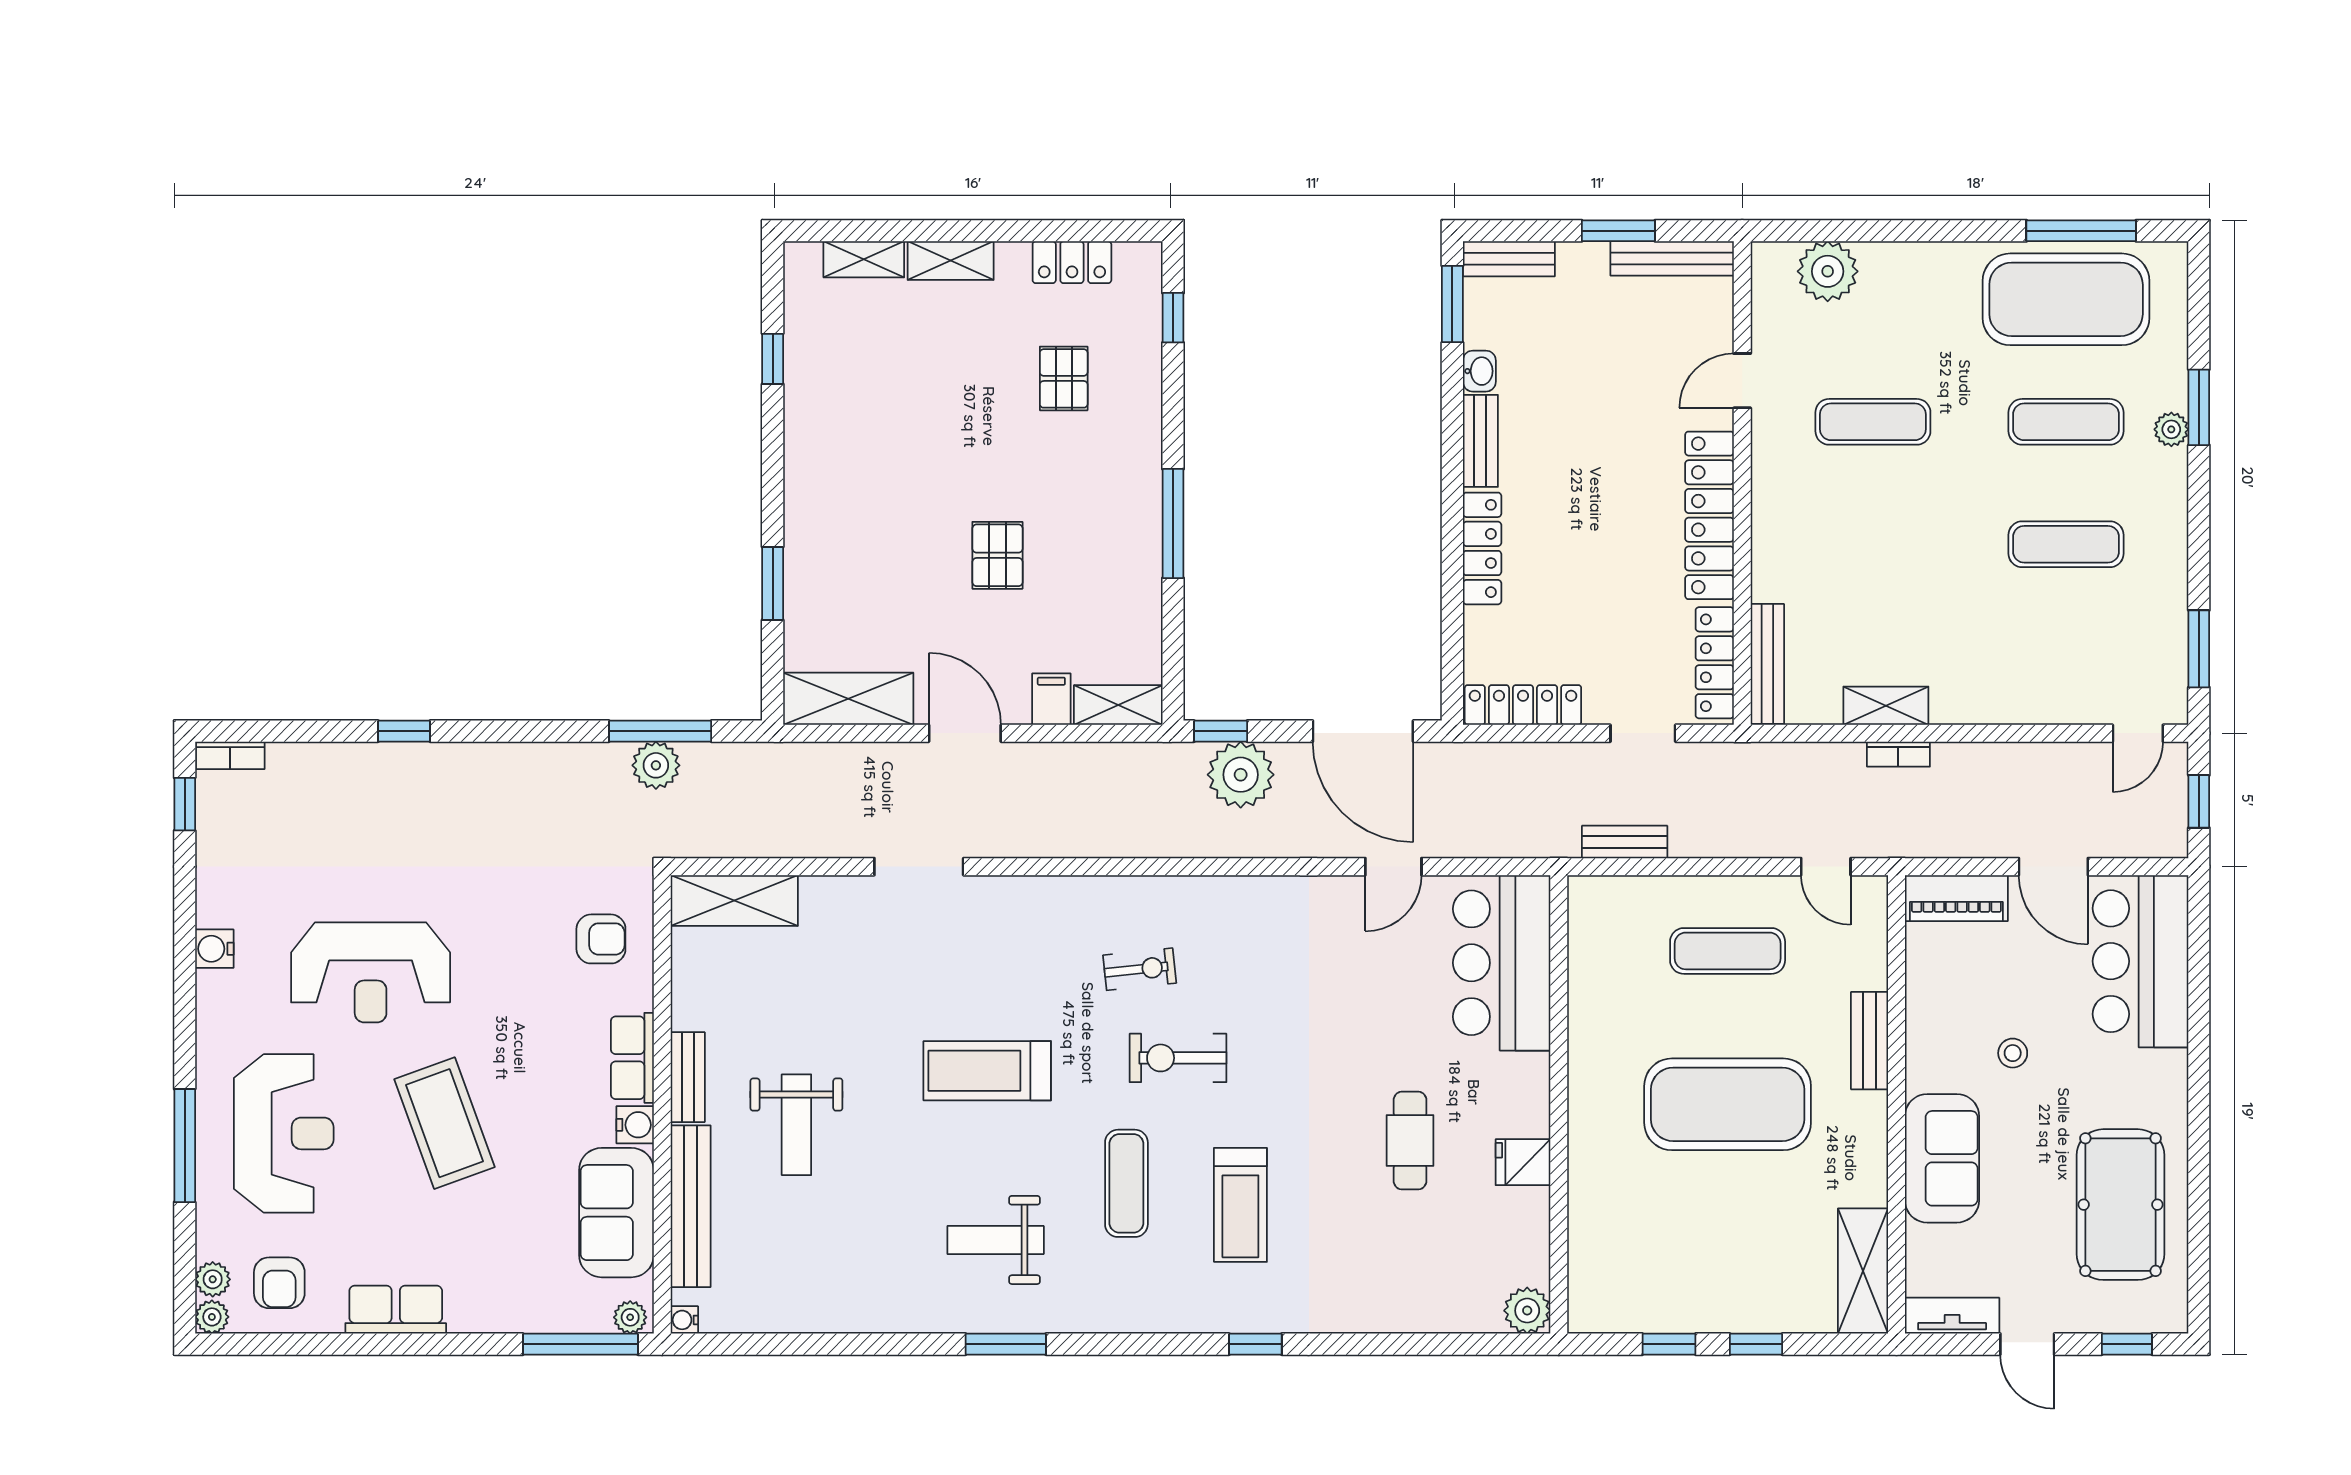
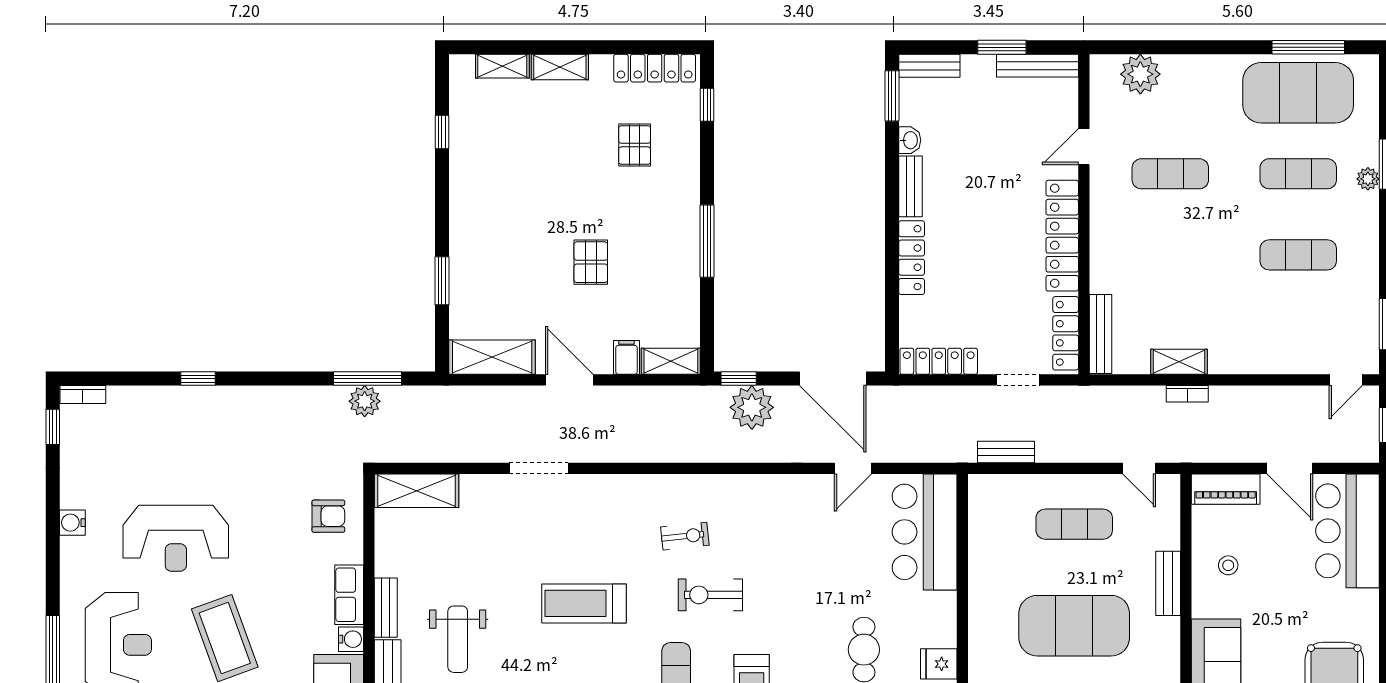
locker: (1072, 262) -> (655, 68), width x1.53
stool: (2013, 1053) -> (1228, 565), moved

